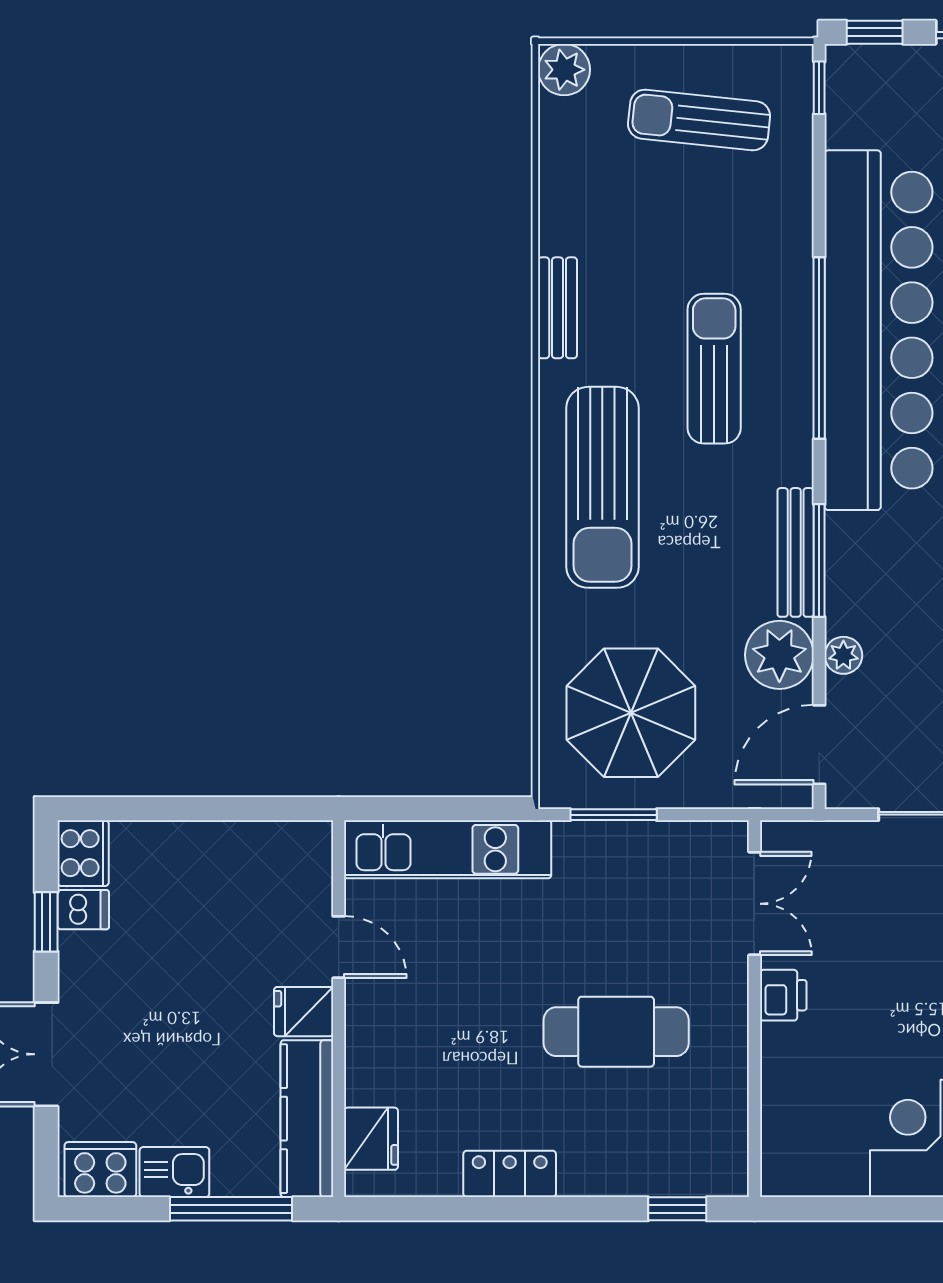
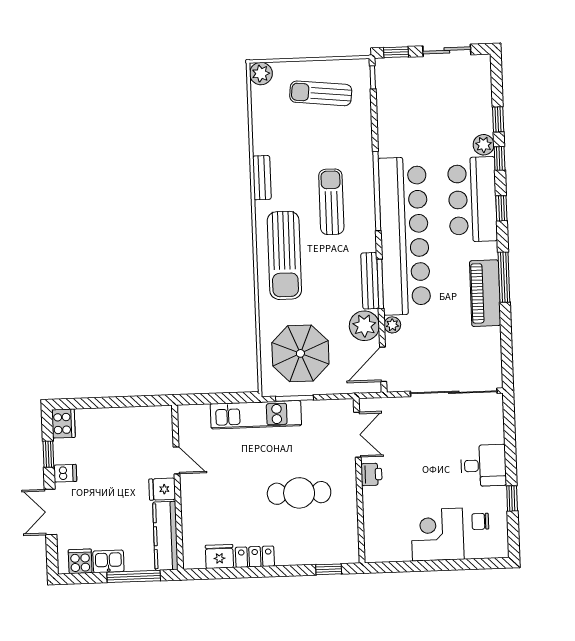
bar counter: (879, 330) -> (404, 236), moved
kitchen unit: (448, 849) -> (256, 415), moved
dishwasher: (83, 910) -> (65, 473), moved
fridge: (371, 1139) -> (219, 556), moved, turned -90
cooker: (100, 1170) -> (80, 561), width x0.73

